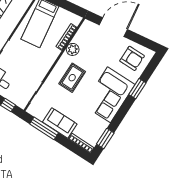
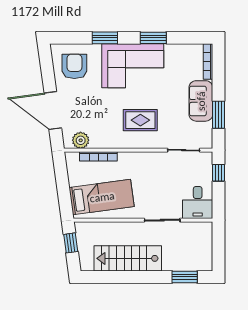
plant: (73, 49) -> (81, 140), moved
window: (44, 128) -> (218, 115), width x0.69
window: (105, 138) -> (153, 38), moved

